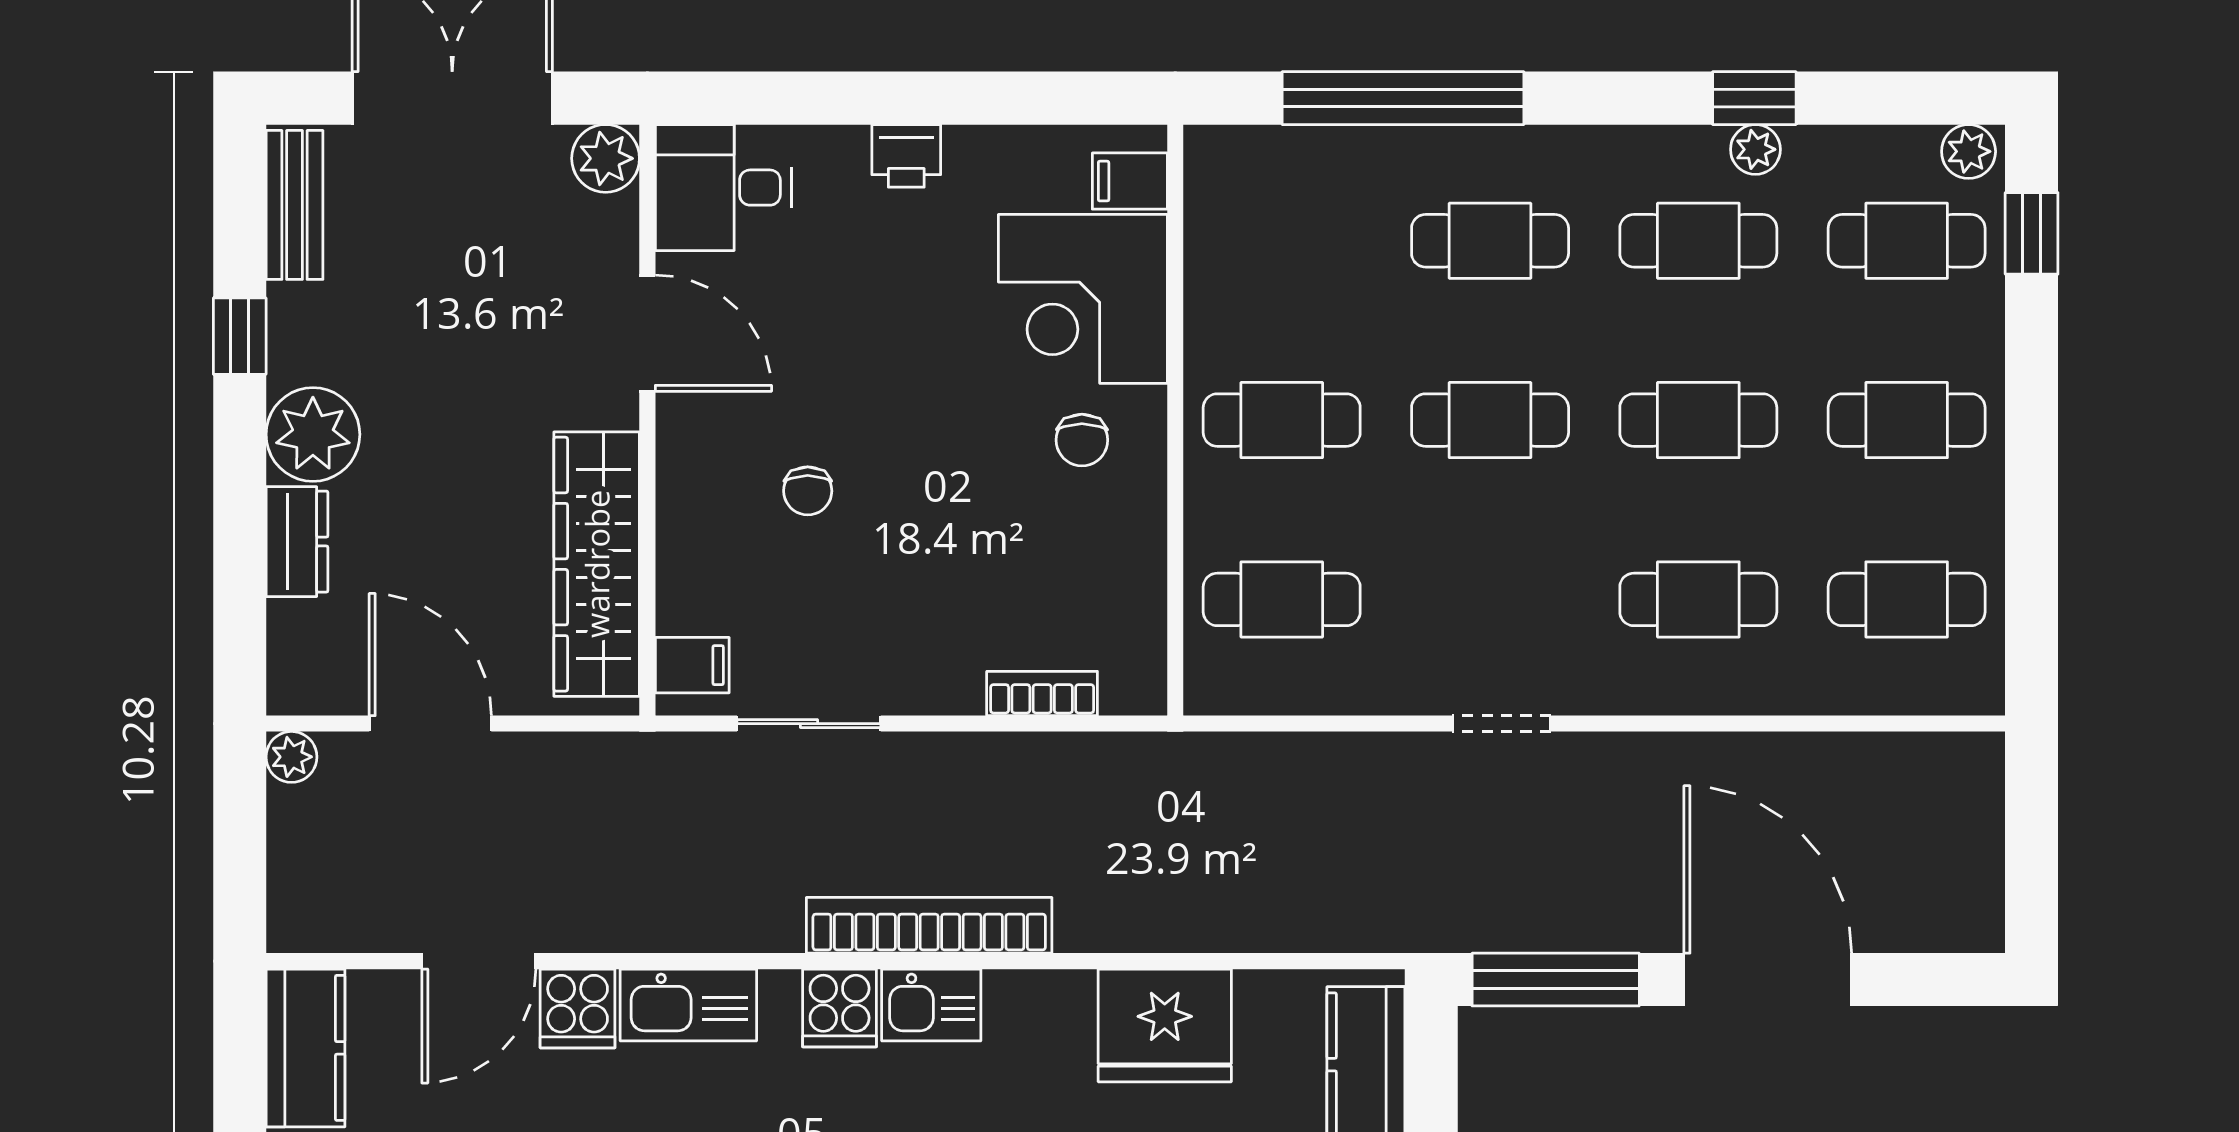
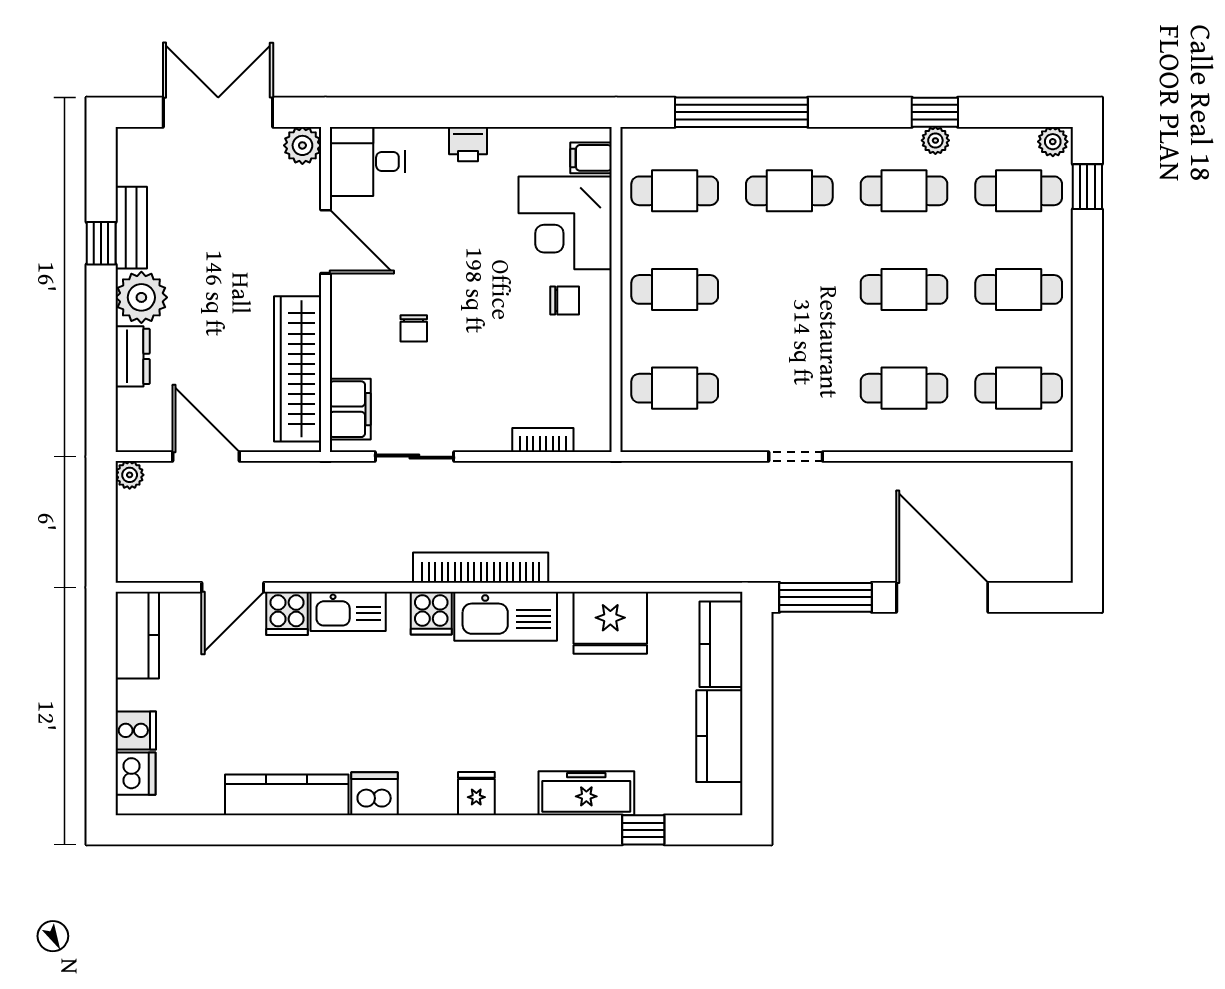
bench: (294, 205) -> (131, 228), moved
cafe table: (1490, 420) -> (675, 191), moved
chair: (1082, 440) -> (565, 300), turned -90
filing cabinet: (692, 665) -> (350, 409), width x2.00
kitchen sink: (931, 1005) -> (506, 616), width x1.88, depth x1.24

